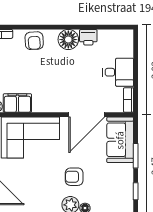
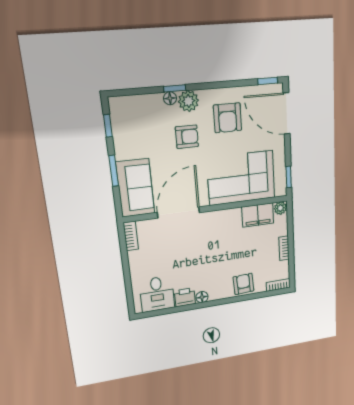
floor lamp: (68, 40) -> (202, 297), width x0.53, depth x0.53
desk: (118, 72) -> (157, 294), moved, turned -90
armchair: (39, 189) -> (228, 118), added

